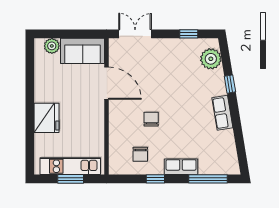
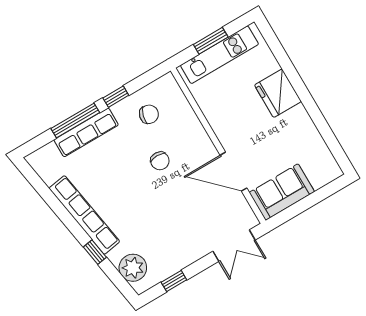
plant: (52, 46) -> (319, 177), removed
row of seats: (222, 113) -> (84, 215), width x2.02
chair: (140, 154) -> (149, 114), turned 105
row of seats: (181, 167) -> (86, 132), width x1.48
window: (208, 179) -> (75, 120), moved

